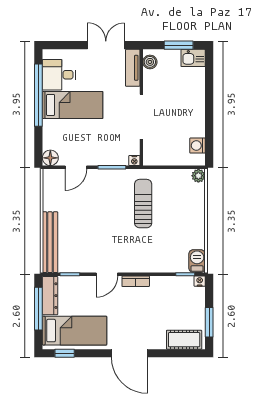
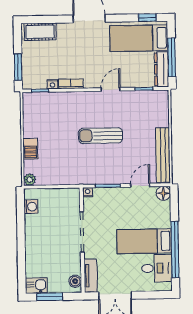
sun lounger: (143, 204) -> (101, 136), moved, turned 90
bench: (50, 242) -> (163, 155), moved
barbecue: (197, 261) -> (30, 149), moved
bookcase: (136, 281) -> (71, 84), moved
nightstand: (200, 281) -> (52, 84), moved
window: (209, 322) -> (18, 67), moved

